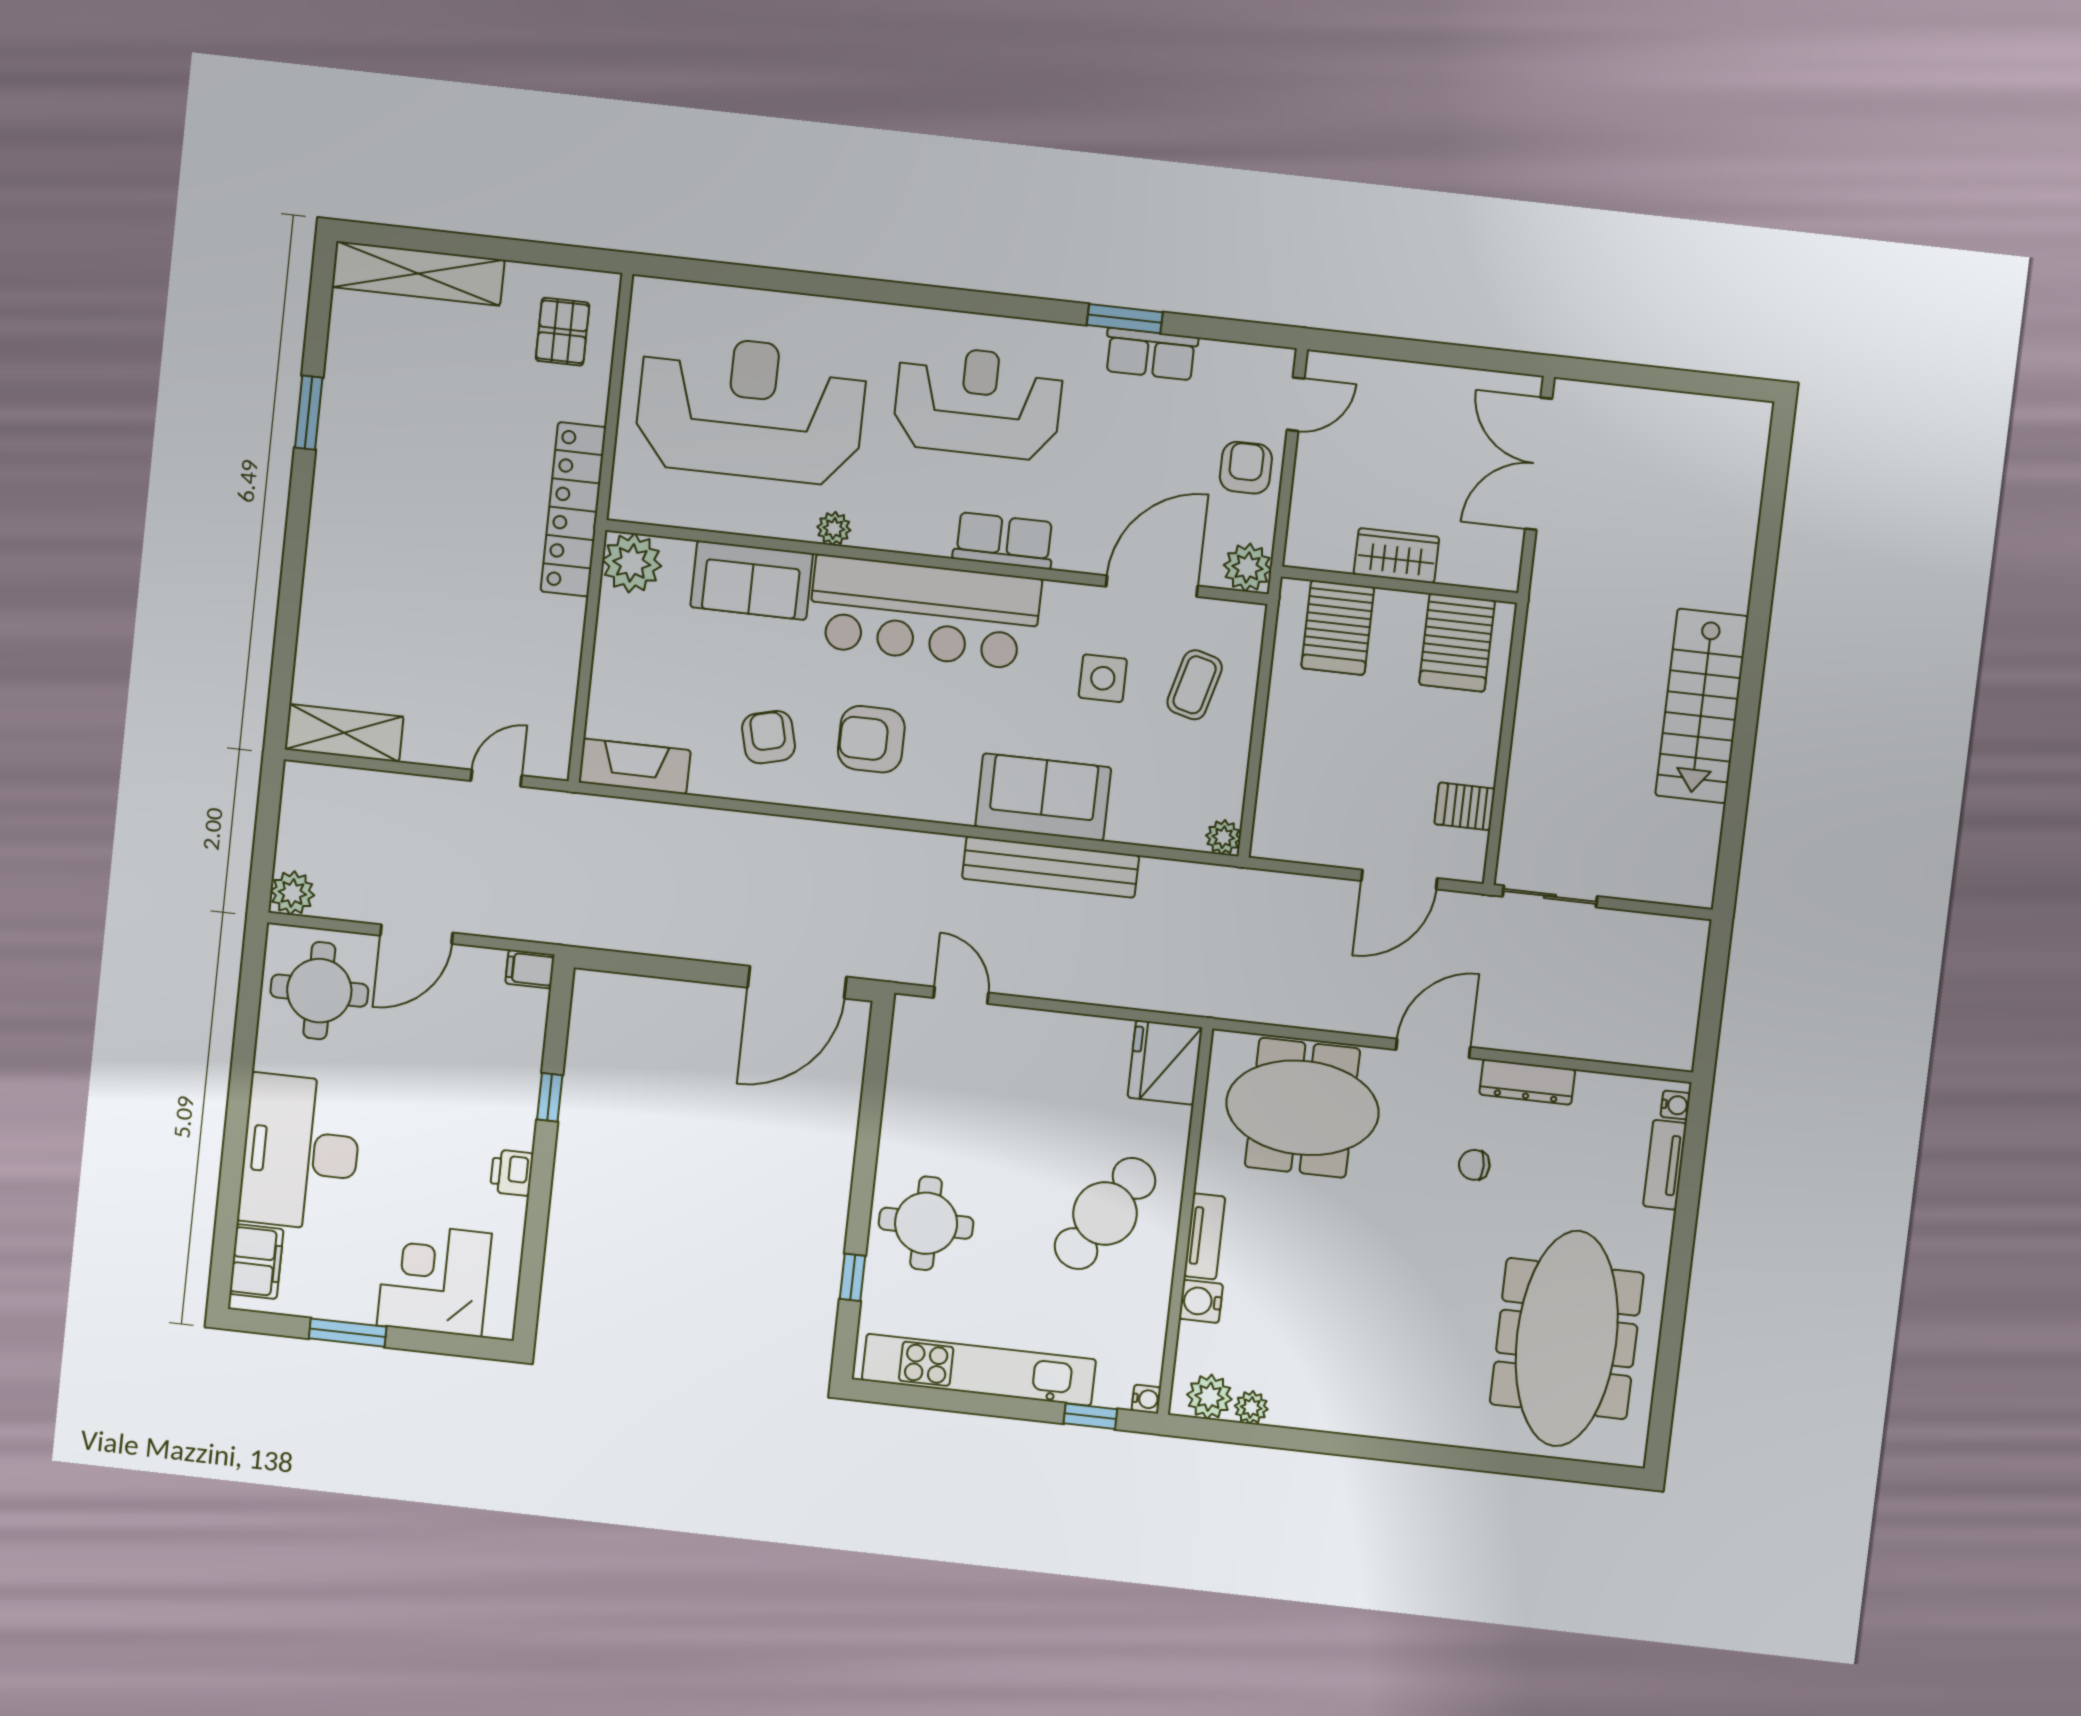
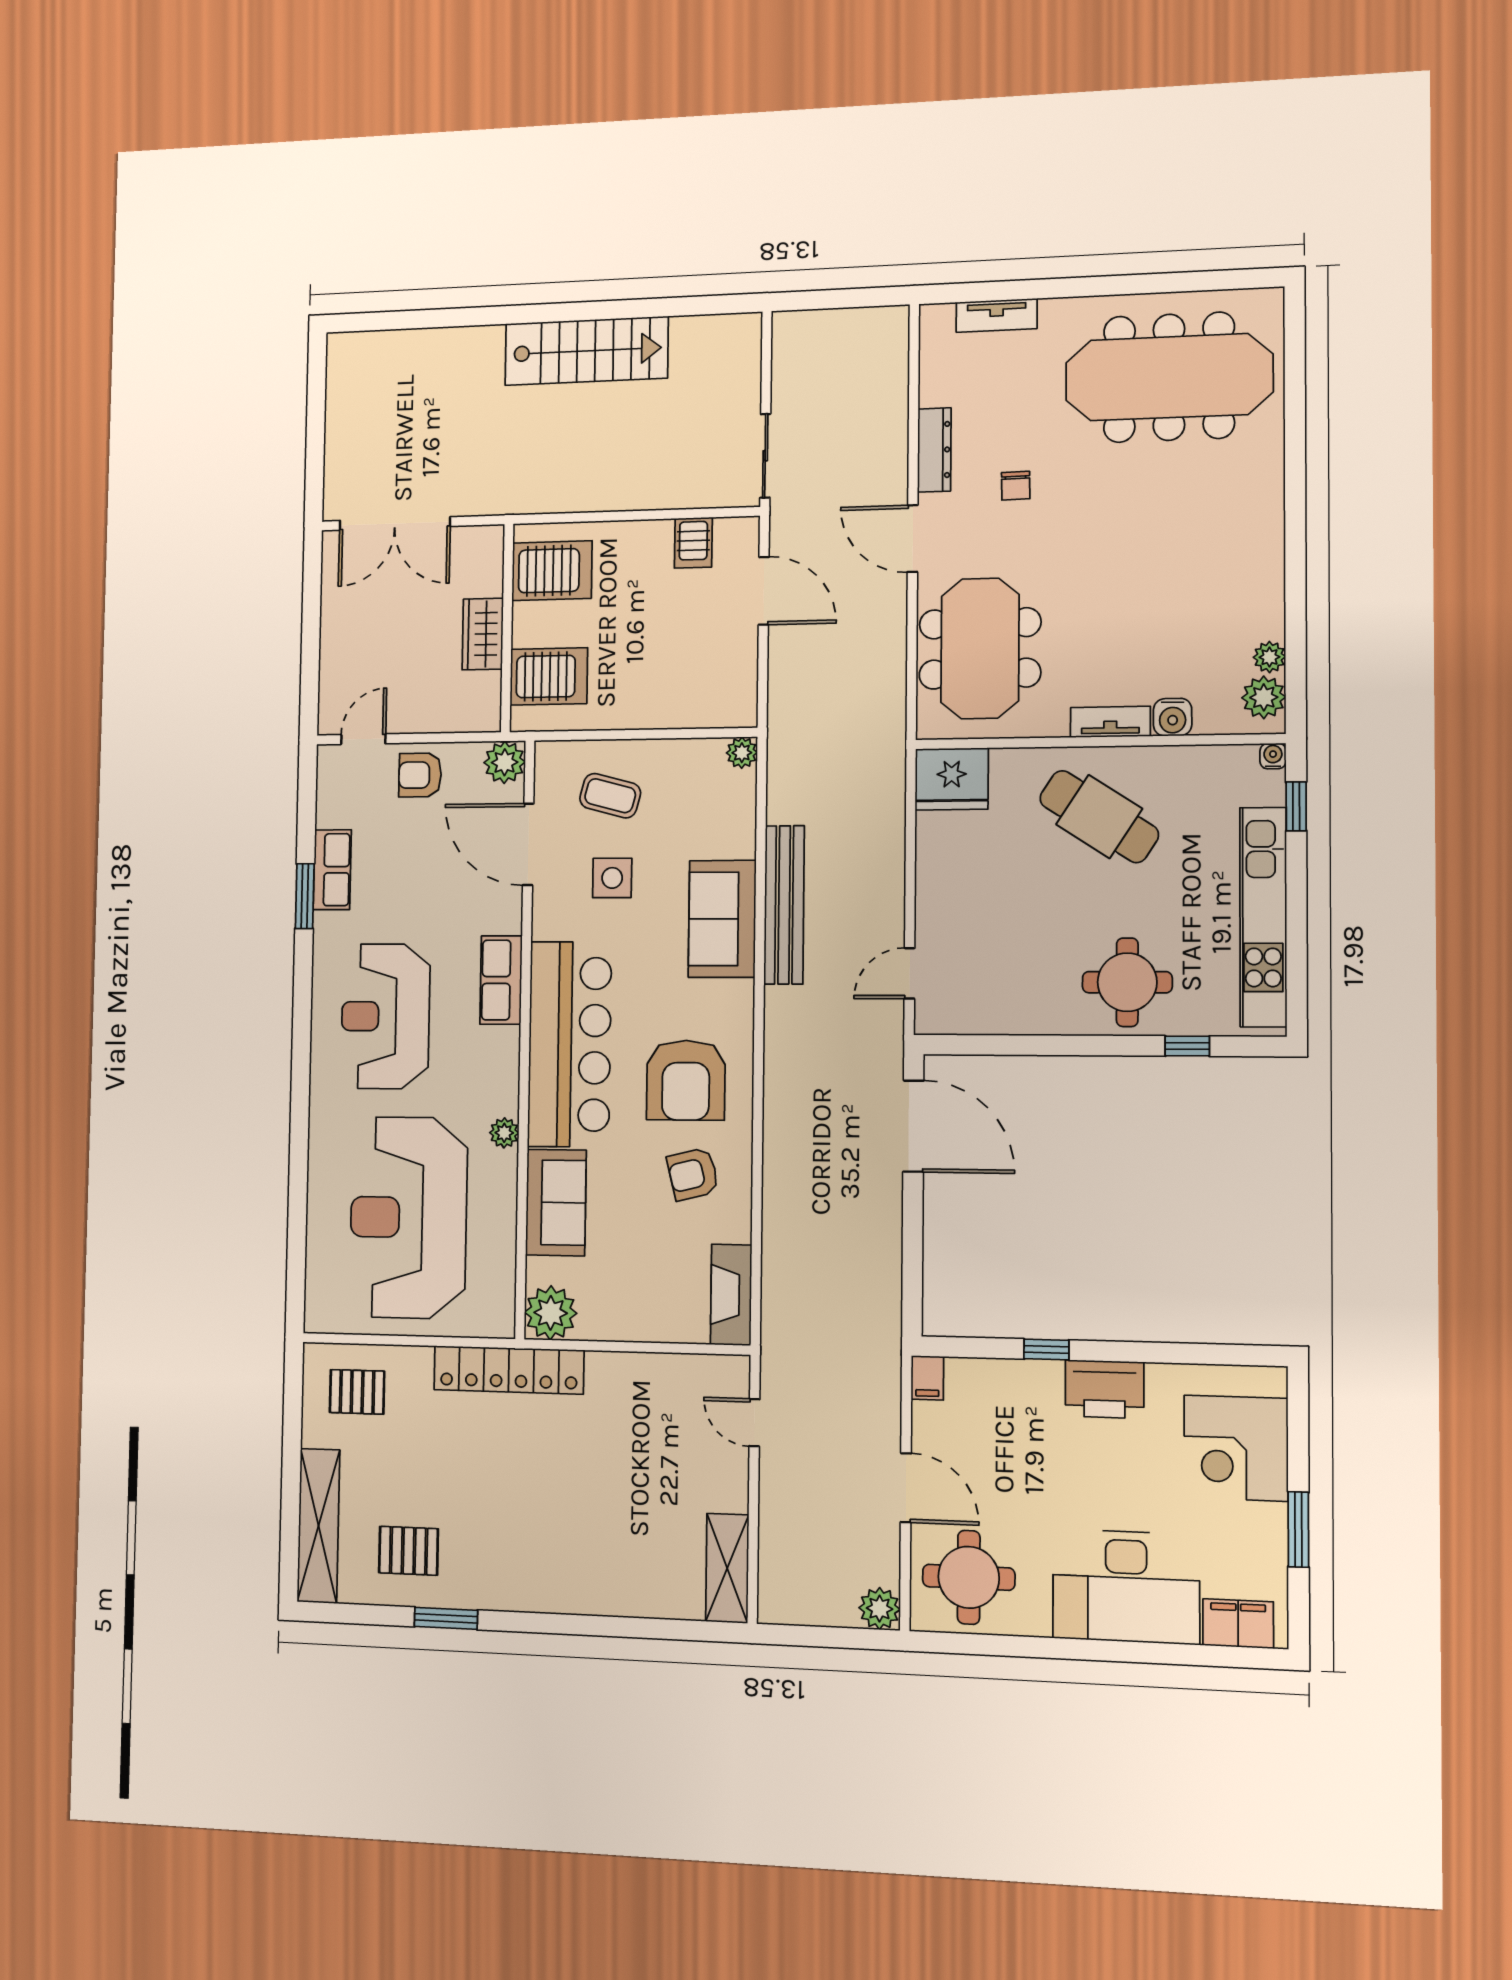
pallet: (384, 376) -> (409, 1551), added
door: (1296, 404) -> (363, 739), hinge flipped
armchair: (871, 739) -> (686, 1080), width x1.36, depth x1.36
water cooler: (1675, 1105) -> (941, 315), removed
printer: (512, 1173) -> (1105, 1389), width x1.87, depth x1.48

